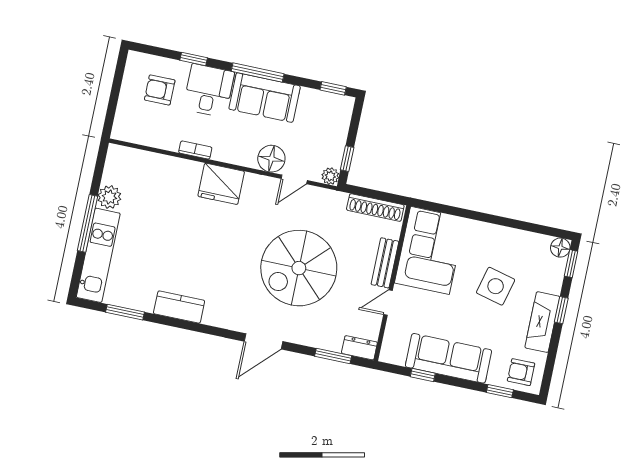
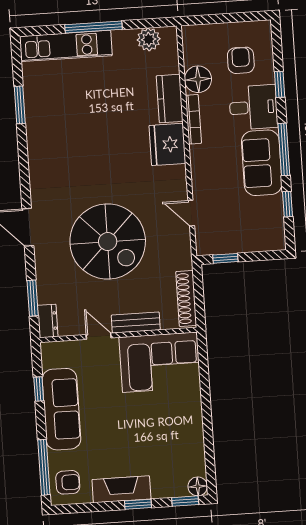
window: (333, 88) -> (288, 204), moved
bookcase: (195, 150) -> (193, 119), width x1.56
floor lamp: (271, 159) -> (198, 79), moved
plant: (330, 176) -> (204, 247), removed
plant: (109, 197) -> (149, 39), moved
spiral stairs: (299, 268) -> (108, 242), turned 180
side table: (496, 286) -> (143, 435), removed
kitchen counter: (179, 307) -> (170, 99), moved, turned 180
window: (125, 312) -> (20, 105), moved
armchair: (521, 372) -> (68, 482), turned 90
window: (500, 391) -> (44, 467), width x2.17

